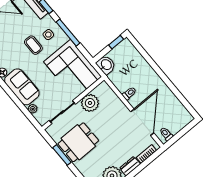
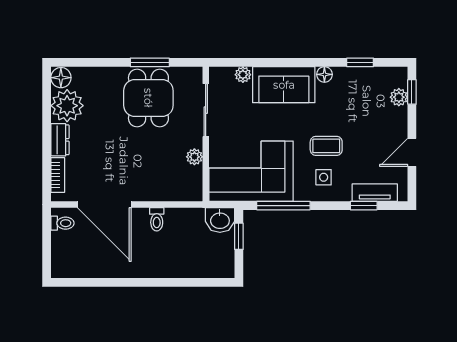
window: (68, 33) -> (283, 206), moved
window: (116, 42) -> (239, 236), moved
plant: (90, 103) -> (194, 157), width x0.53, depth x0.53

